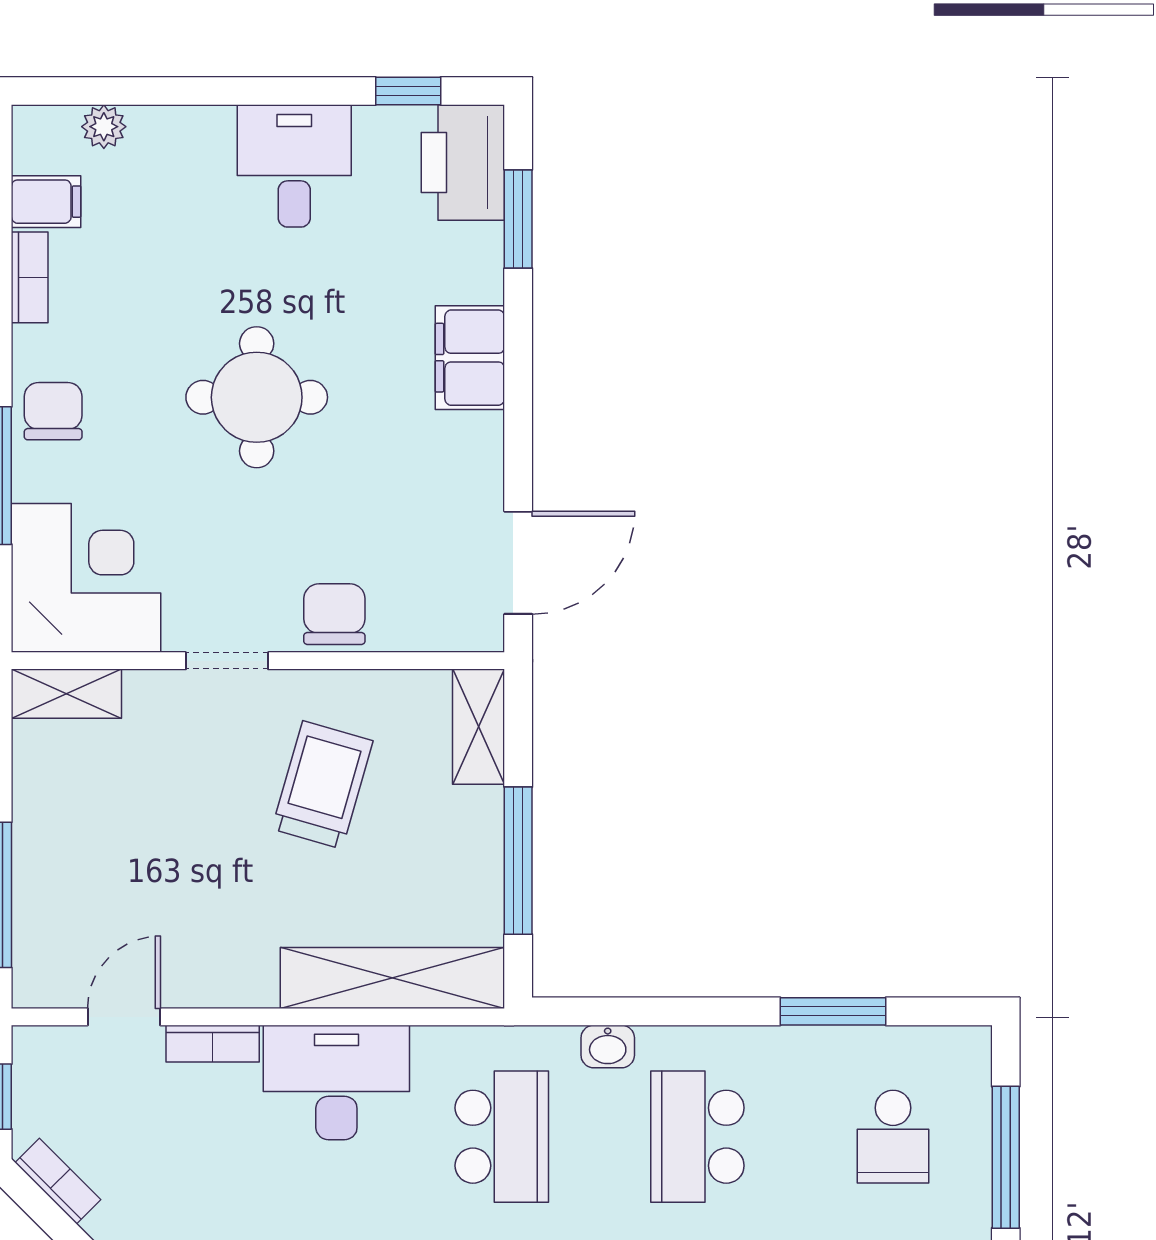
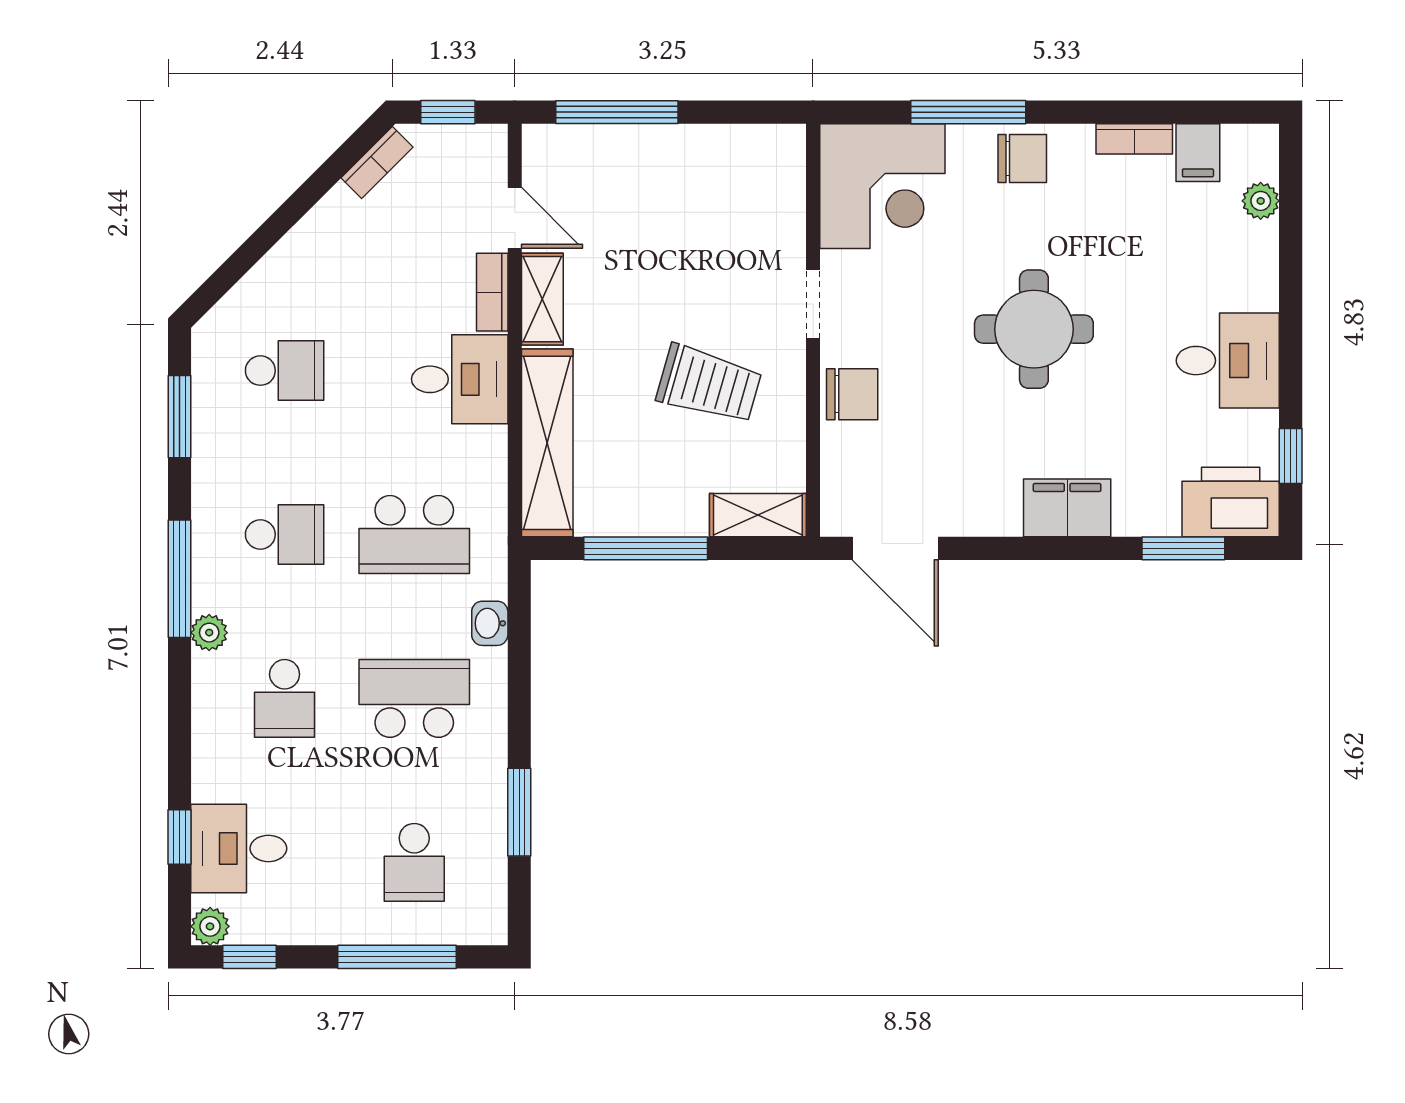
shelving: (66, 694) -> (542, 299), moved
desk: (336, 1082) -> (460, 379), width x0.73
school desk: (893, 1137) -> (414, 862), turned -90

